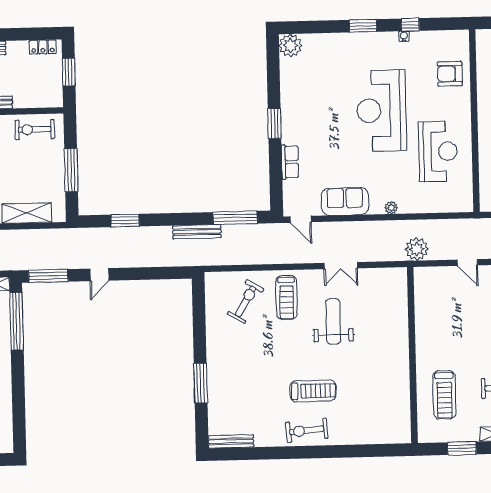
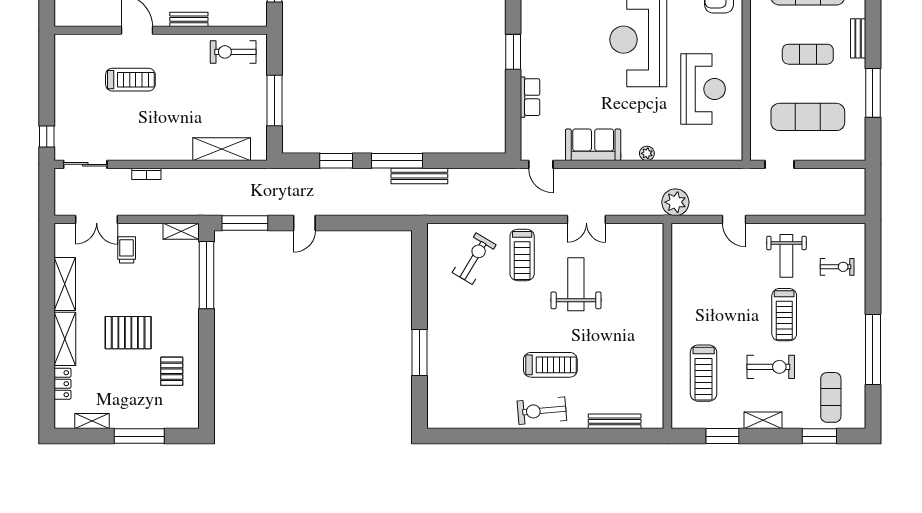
window: (235, 218) -> (397, 161), moved
bench: (231, 441) -> (615, 421), moved

